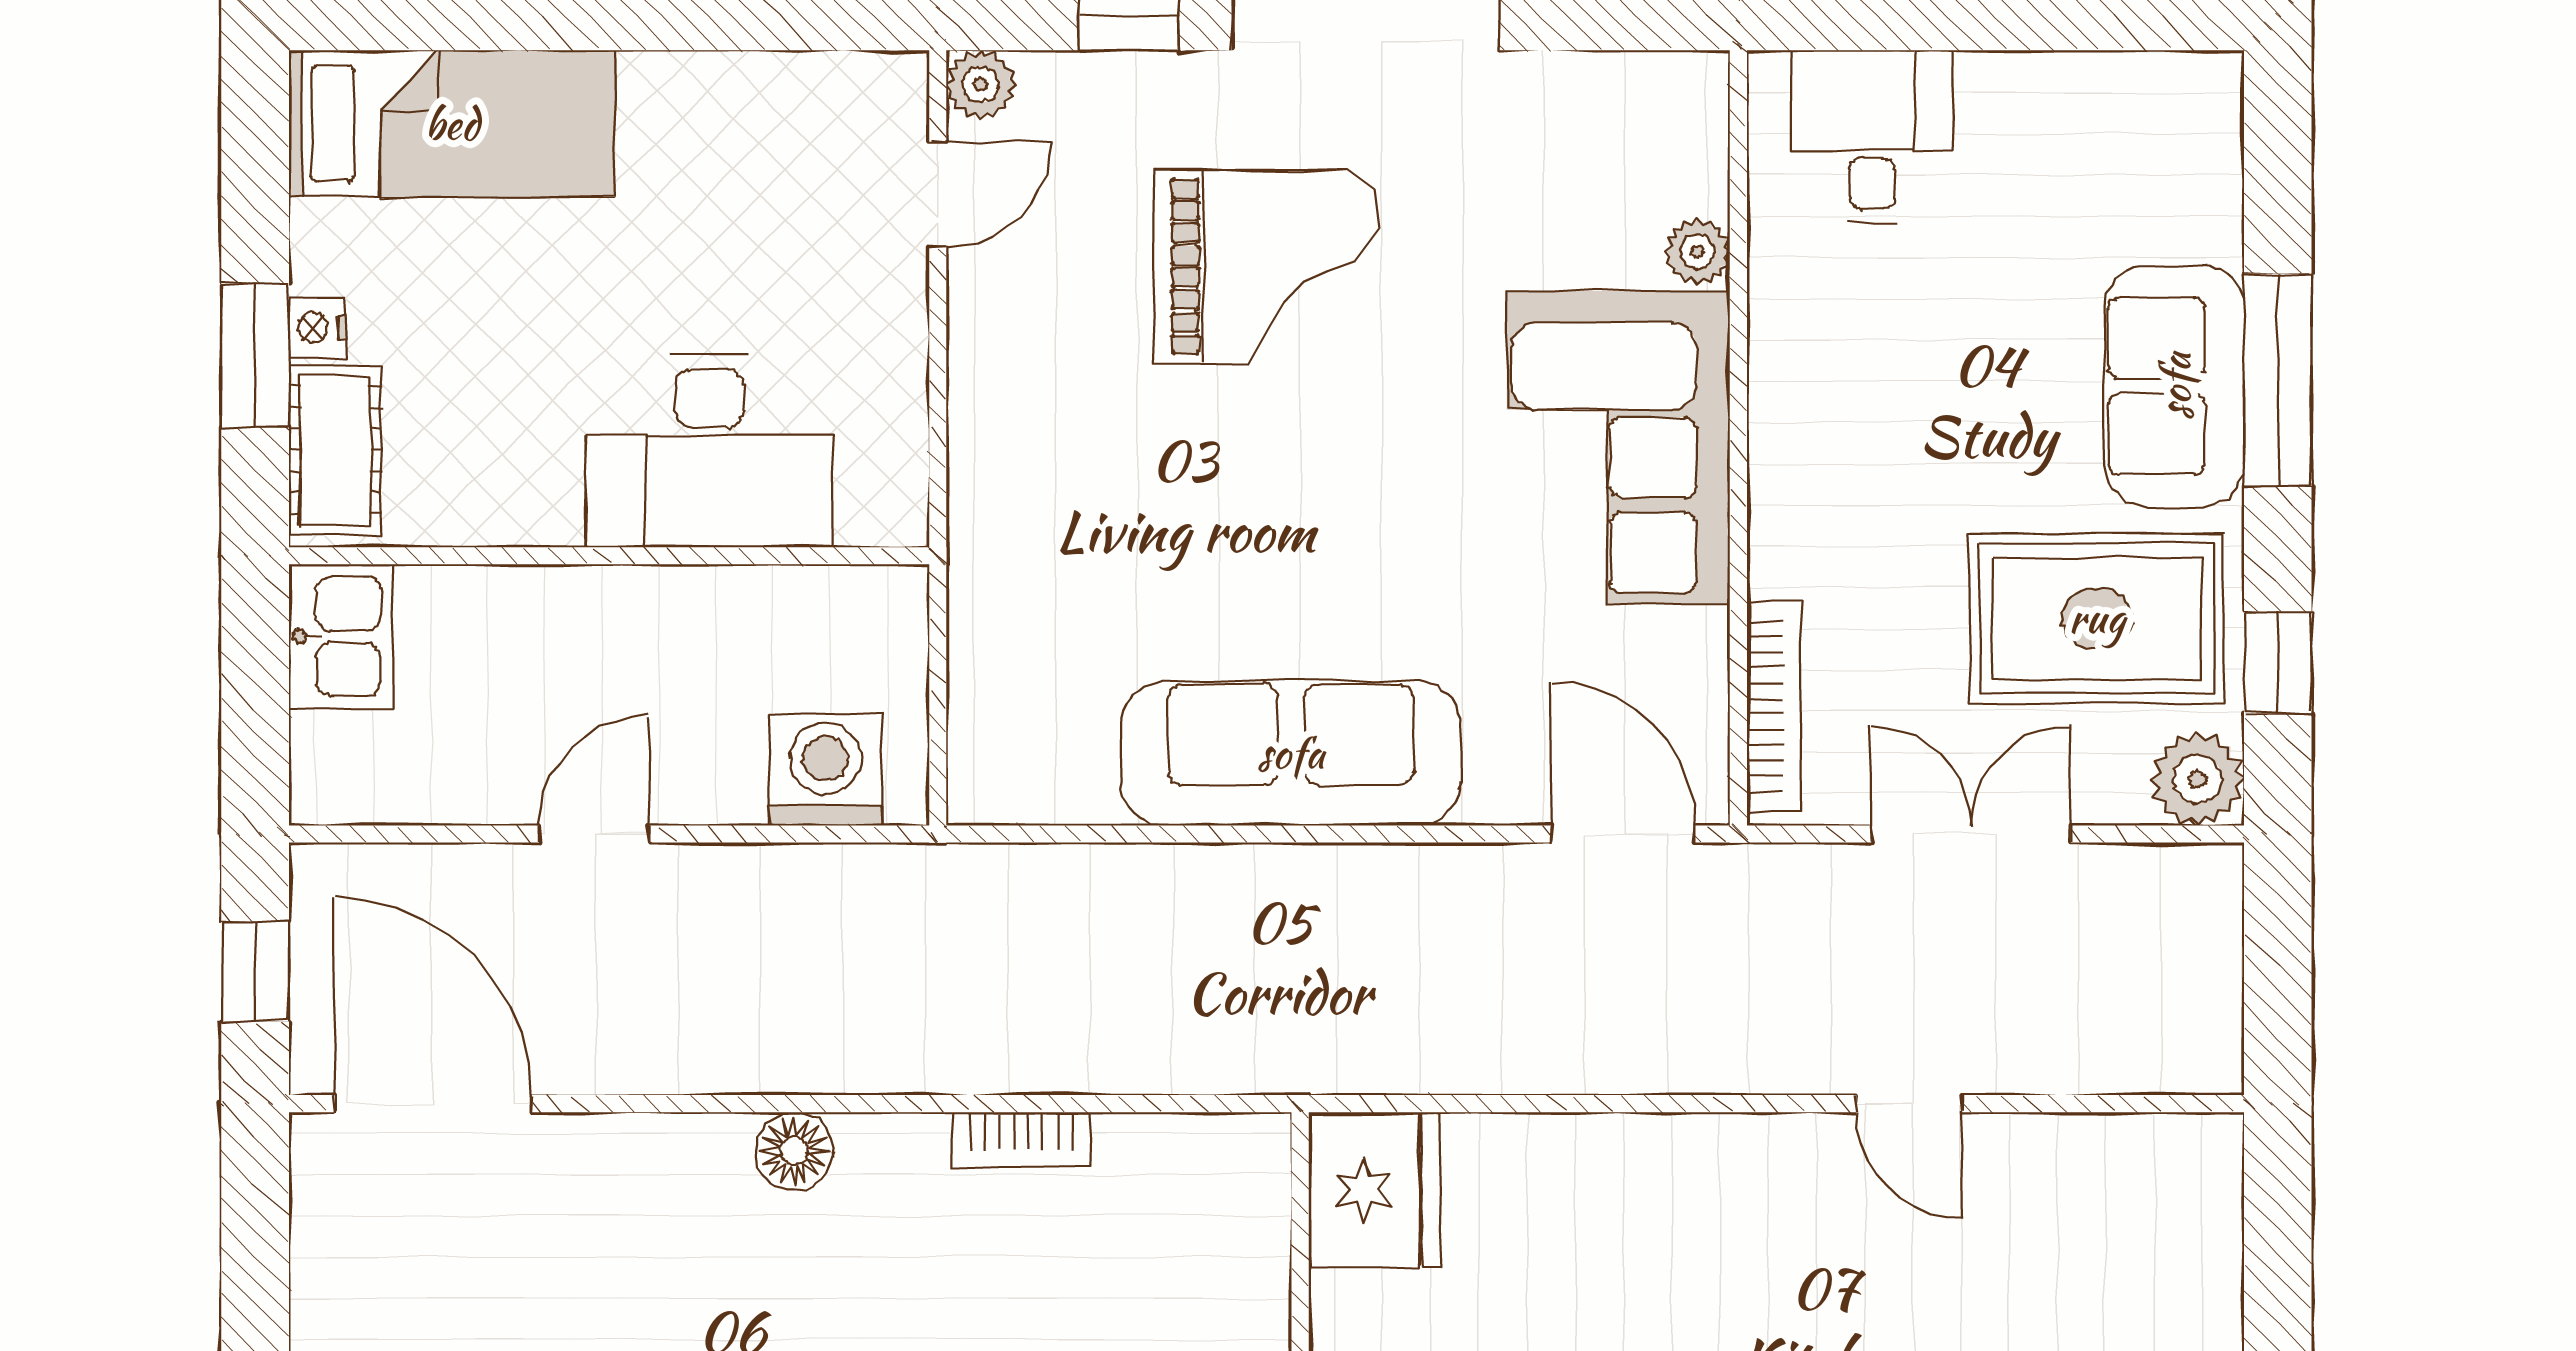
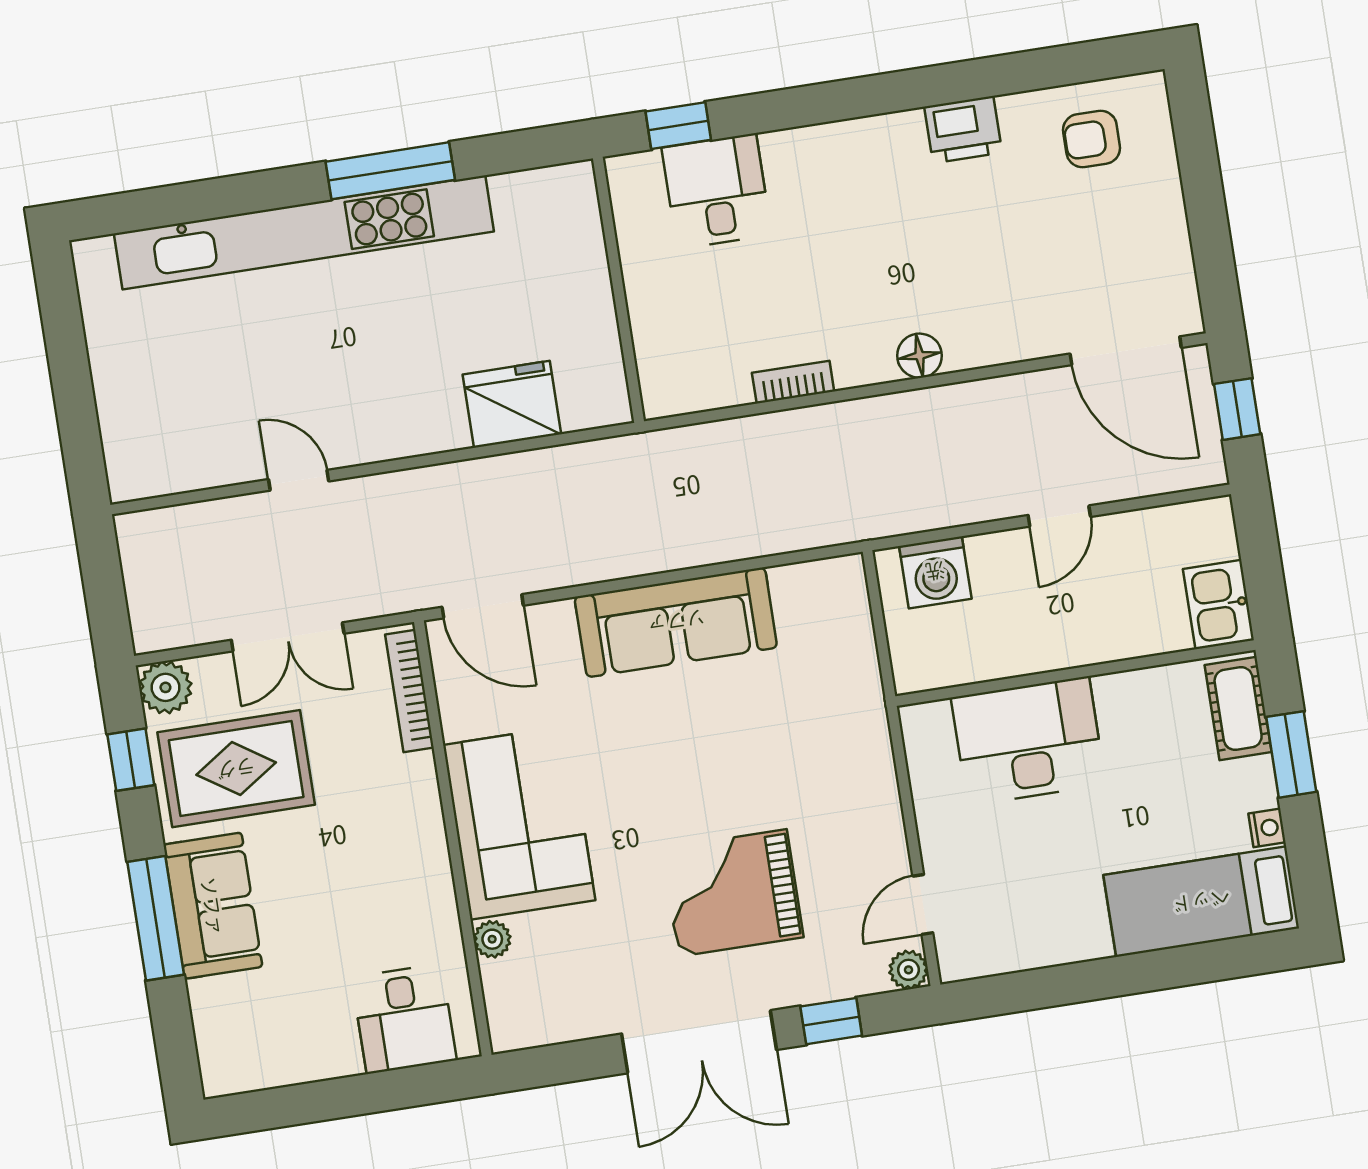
nightstand: (317, 327) -> (1267, 828), moved
fridge: (1374, 1190) -> (512, 404), moved, turned 90

